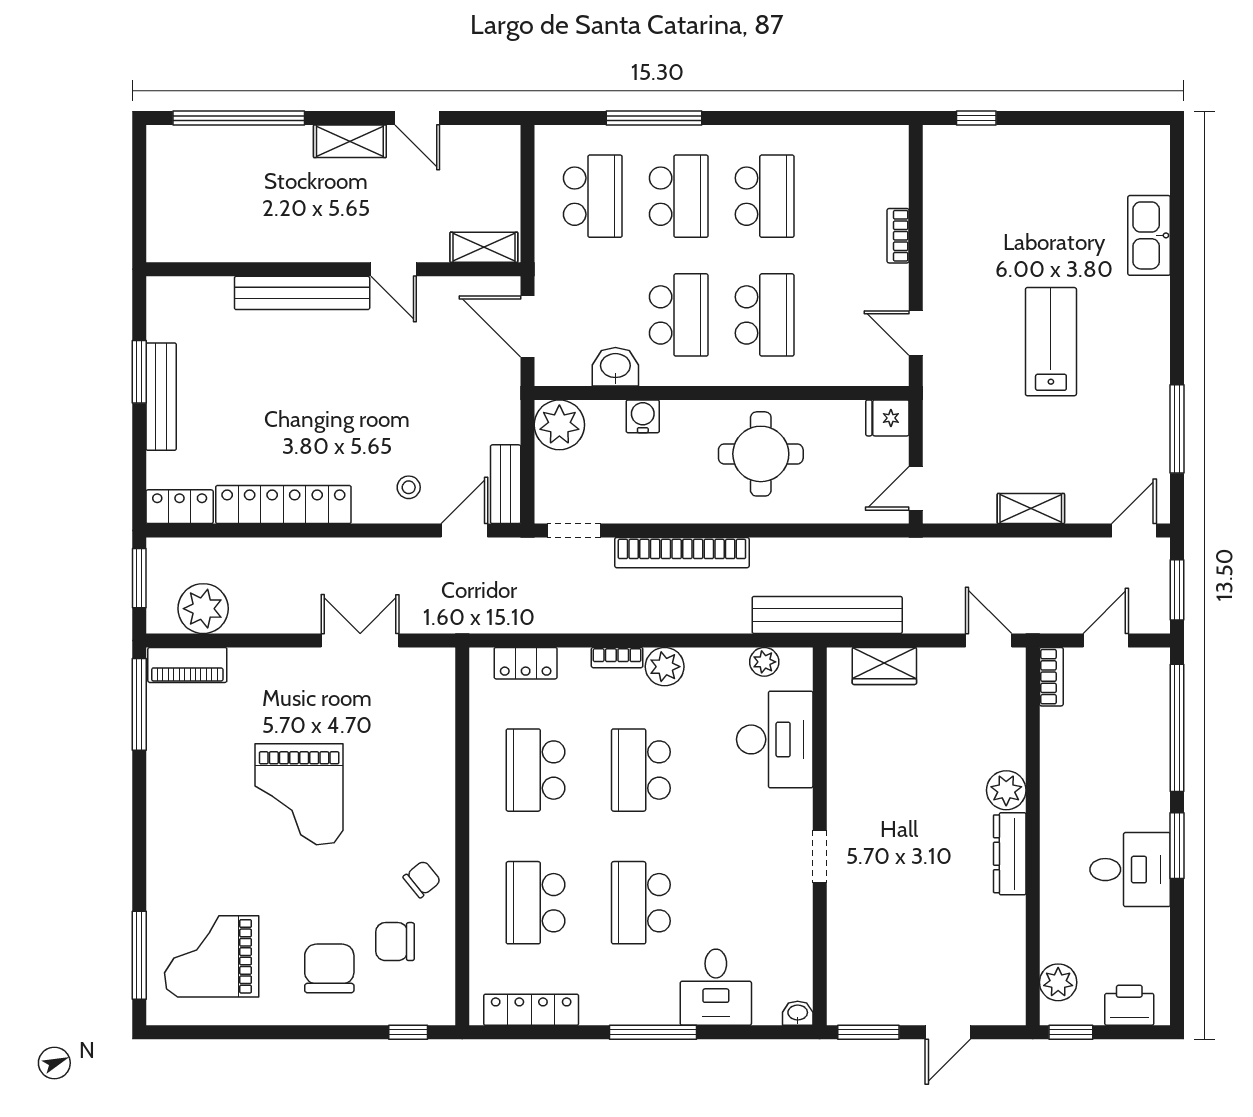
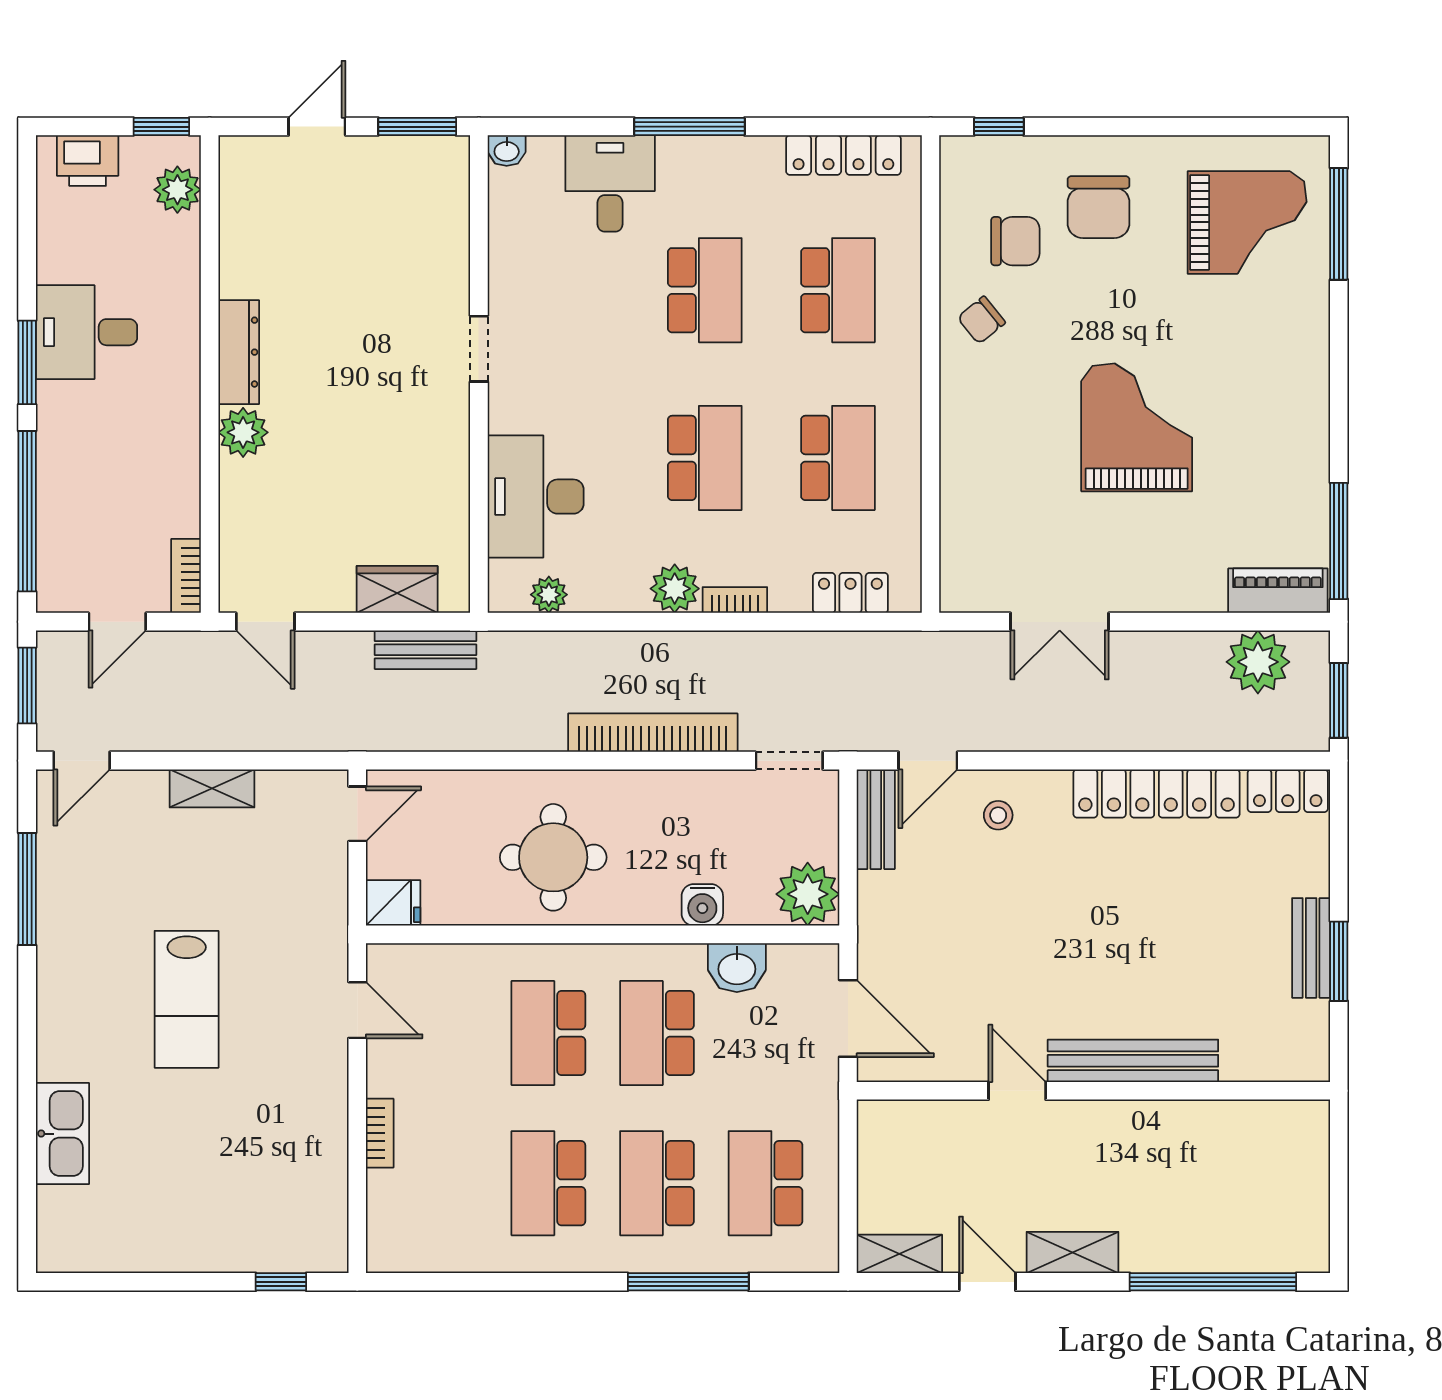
shelving: (484, 247) -> (899, 1254), moved
bench: (161, 397) -> (1311, 948), width x0.73
bench: (827, 615) -> (425, 650), width x0.54, depth x0.82

